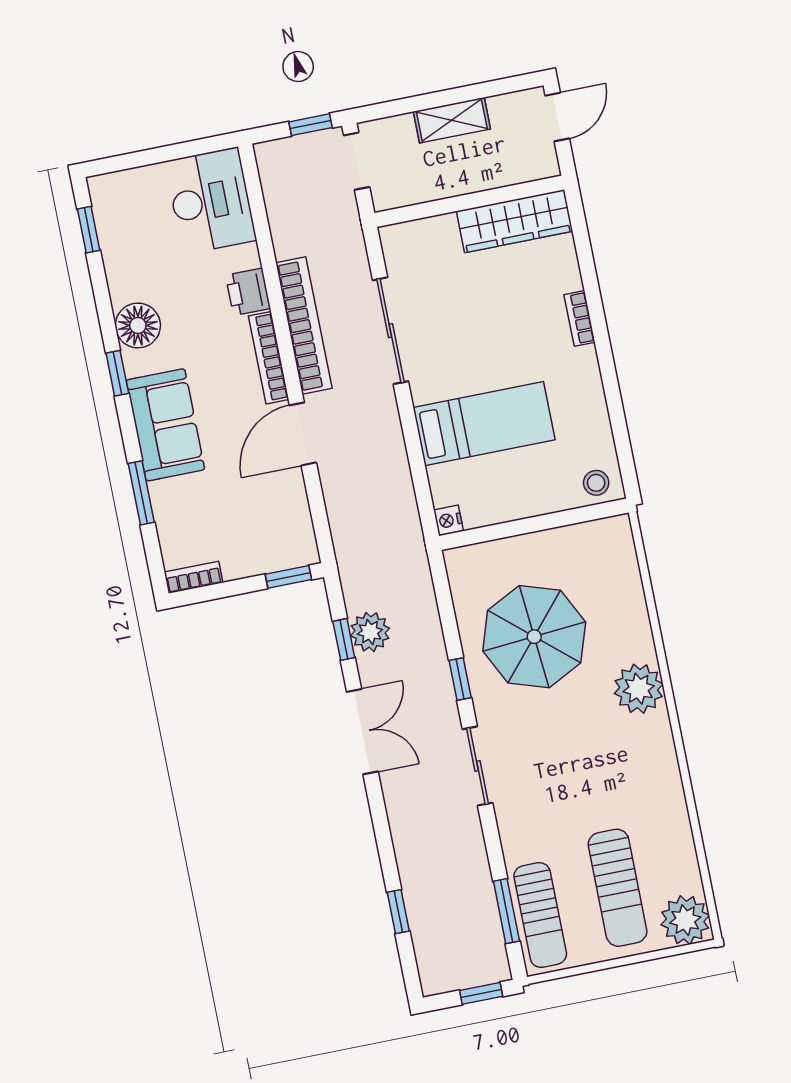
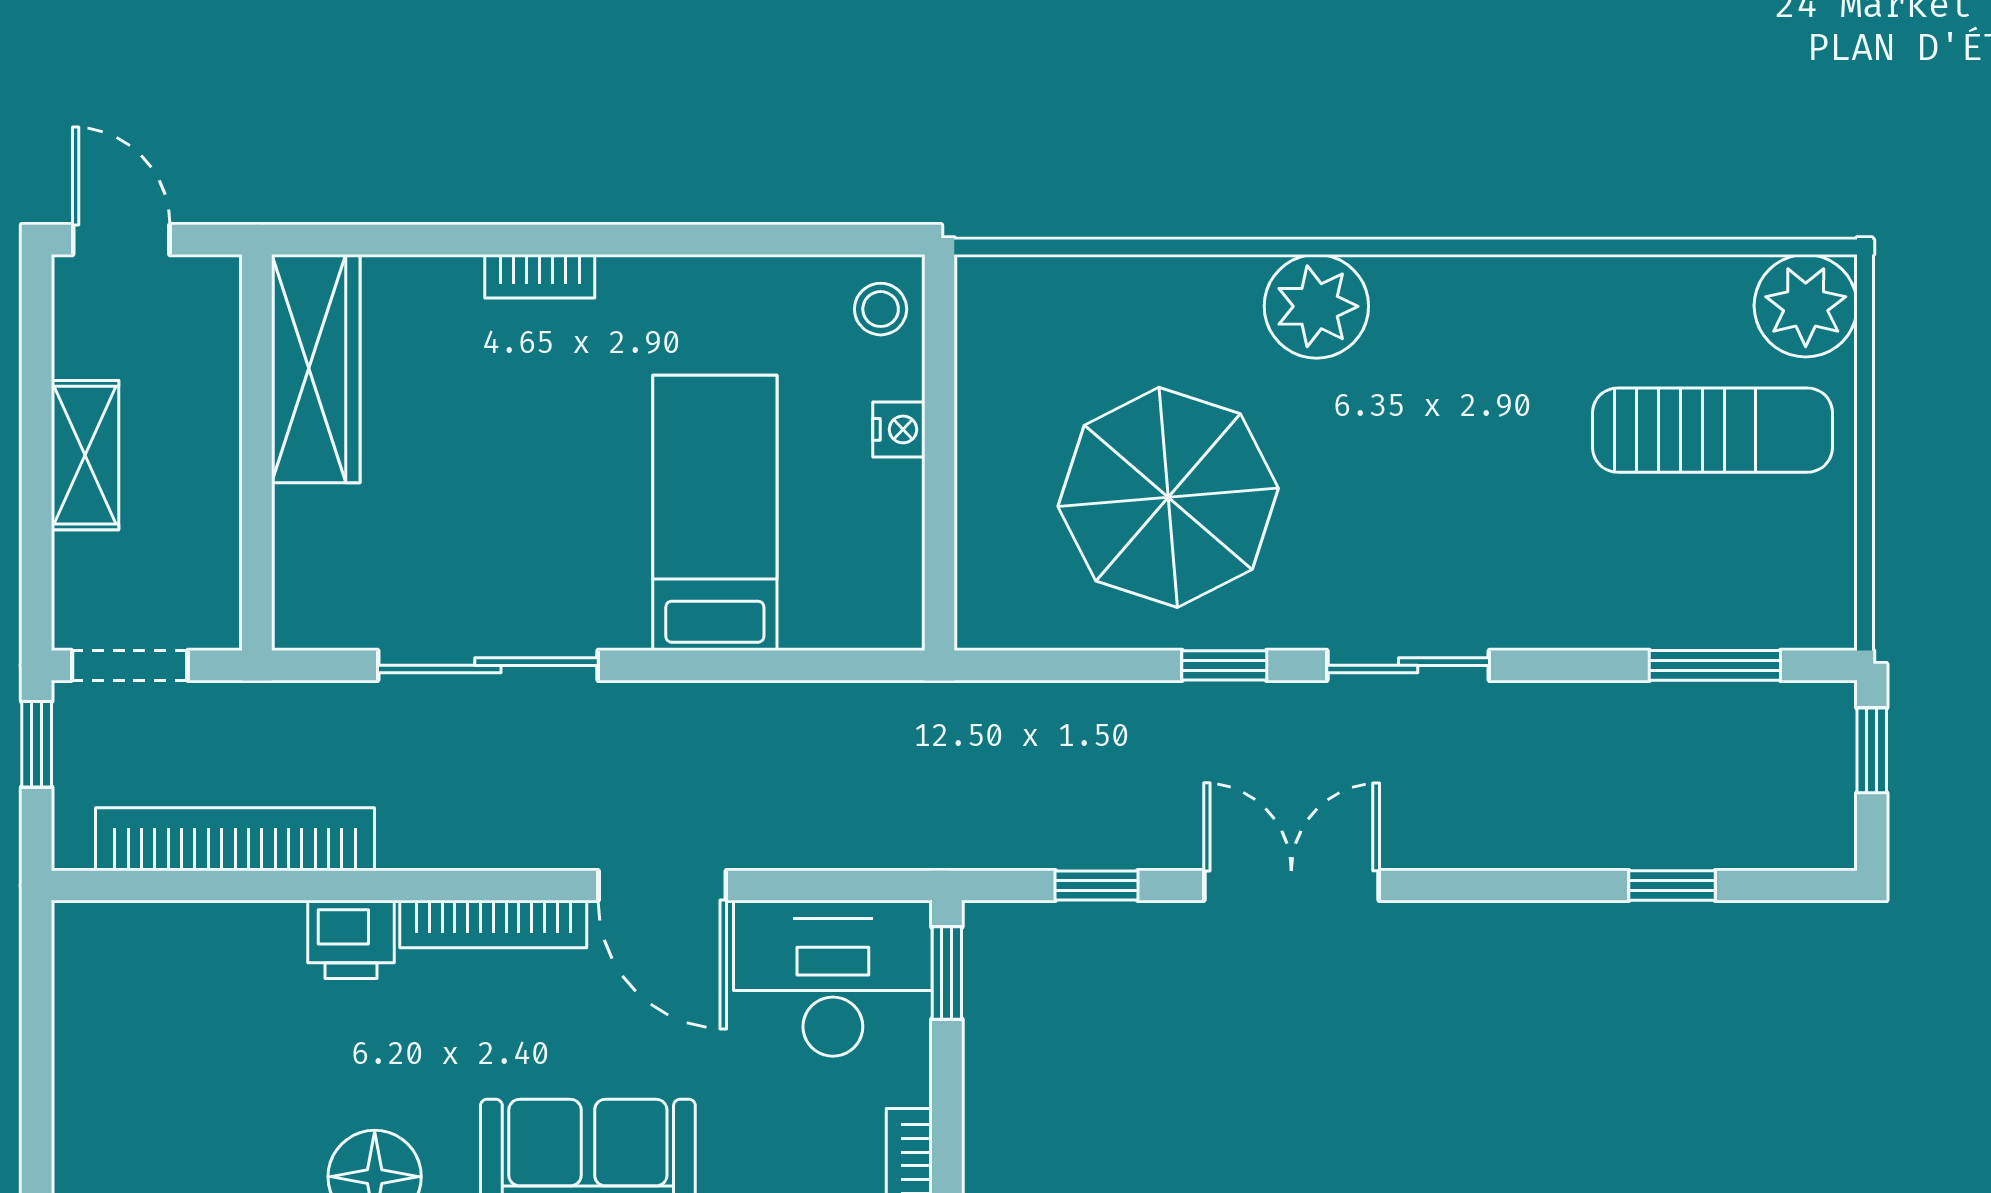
desk: (211, 201) -> (833, 978), moved
bookcase: (304, 325) -> (235, 839), moved
nightstand: (448, 520) -> (899, 429), moved, turned -90
plant: (370, 632) -> (1092, 829), removed
sun lounger: (540, 915) -> (1736, 598), removed

